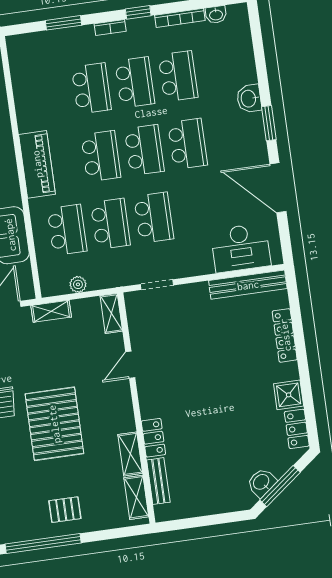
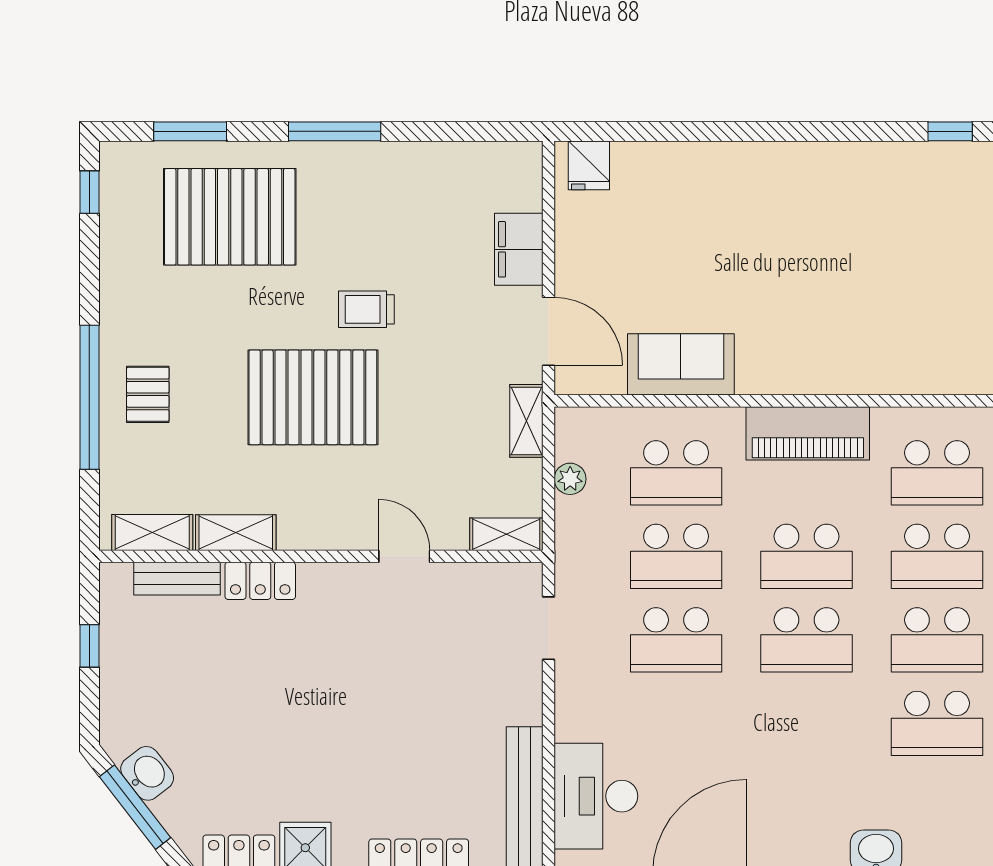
school desk: (188, 144) -> (937, 473), moved
window: (200, 522) -> (89, 646), added
window: (43, 544) -> (89, 397), moved

